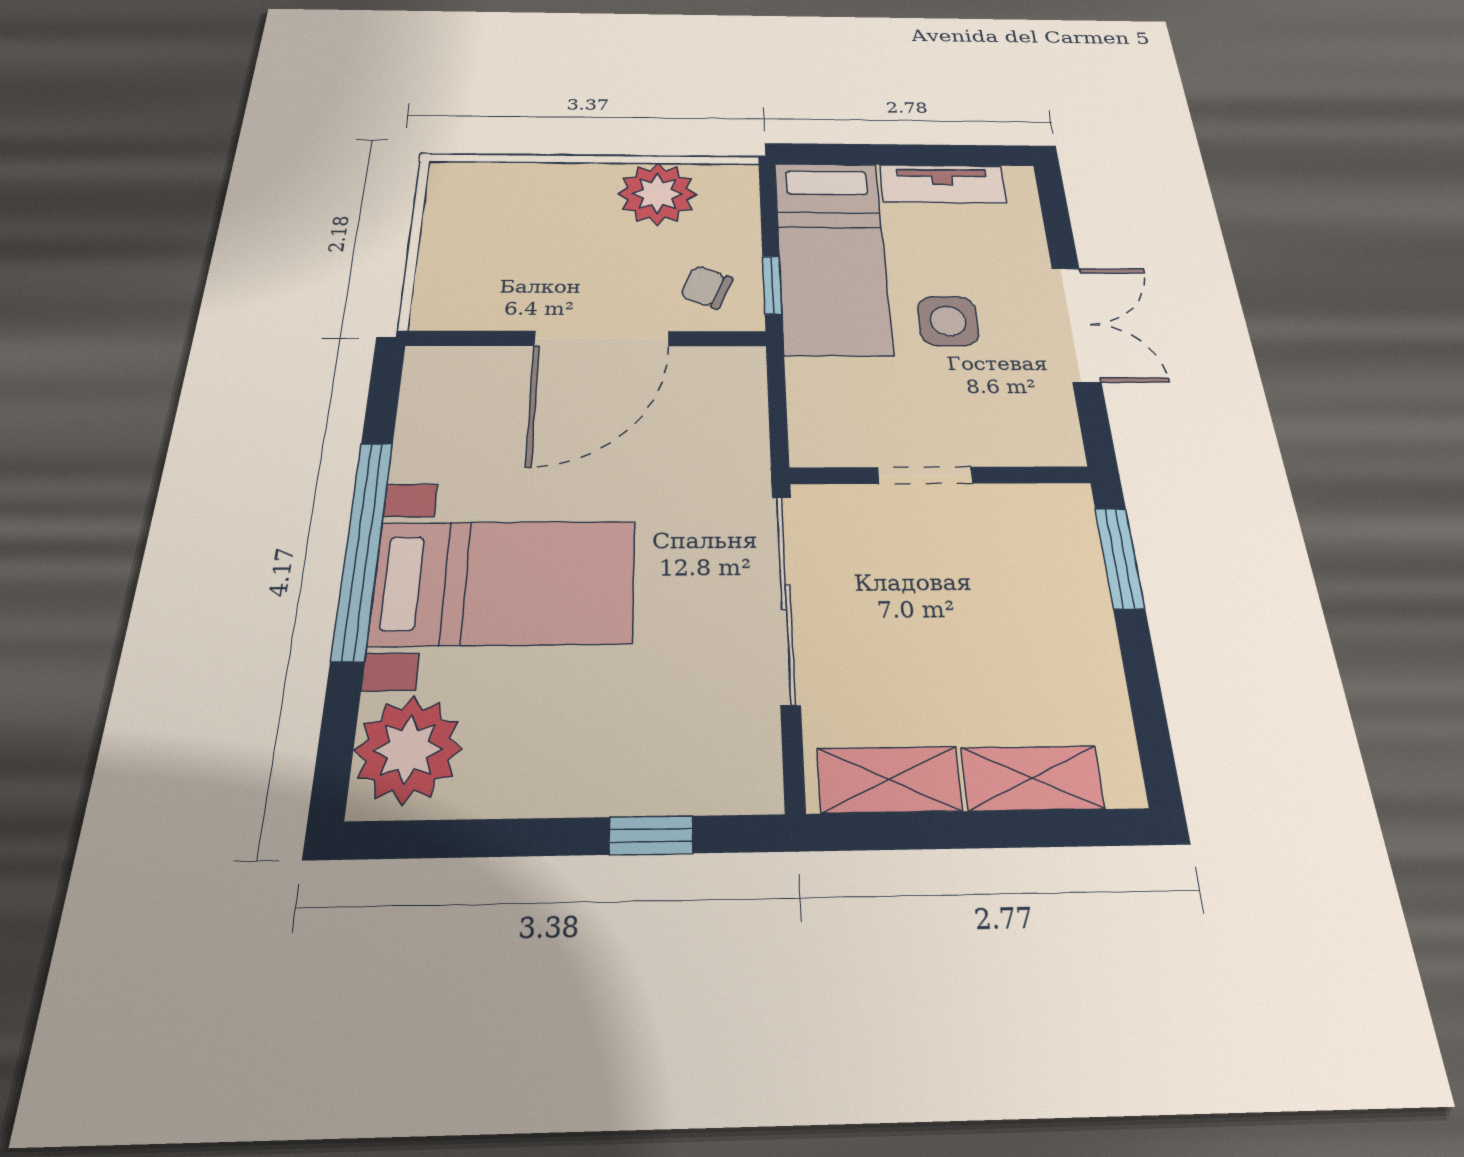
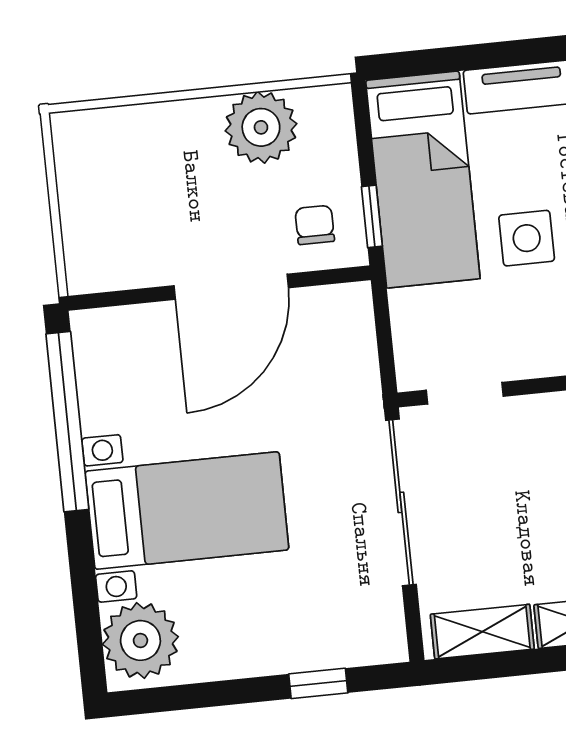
chair: (706, 287) -> (315, 225), turned 67
doorway: (925, 475) -> (465, 393), moved
window: (363, 548) -> (67, 422), moved

